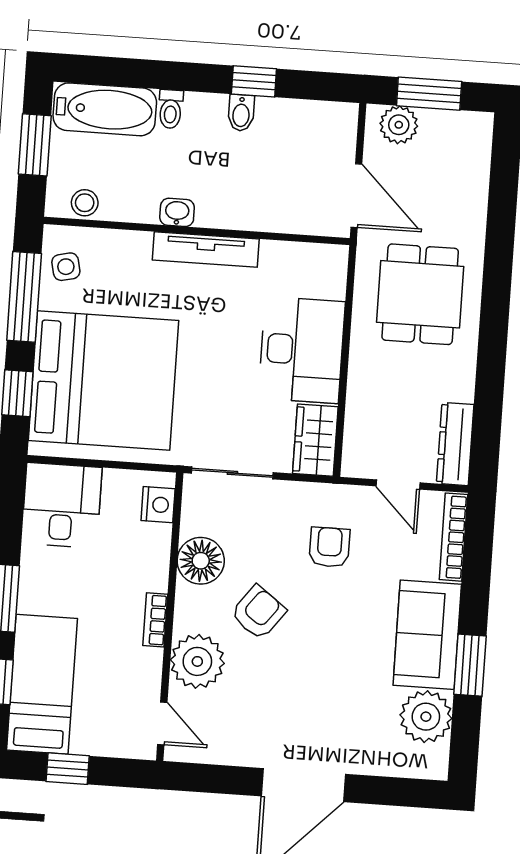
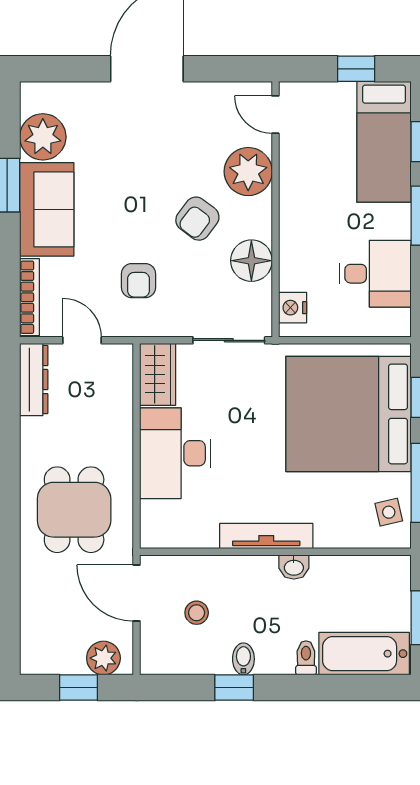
window: (429, 94) -> (79, 688), width x0.67
stool: (85, 203) -> (197, 613), moved
desk: (62, 505) -> (375, 274), moved, turned -90
bookcase: (155, 620) -> (288, 206), removed

